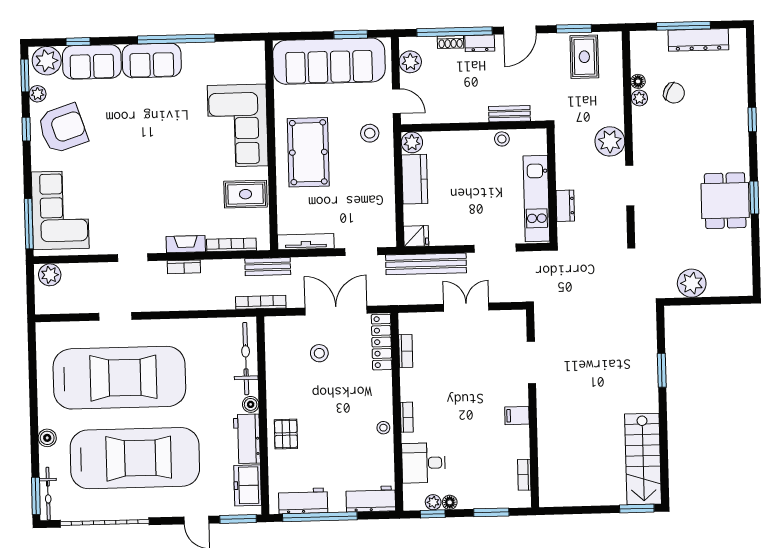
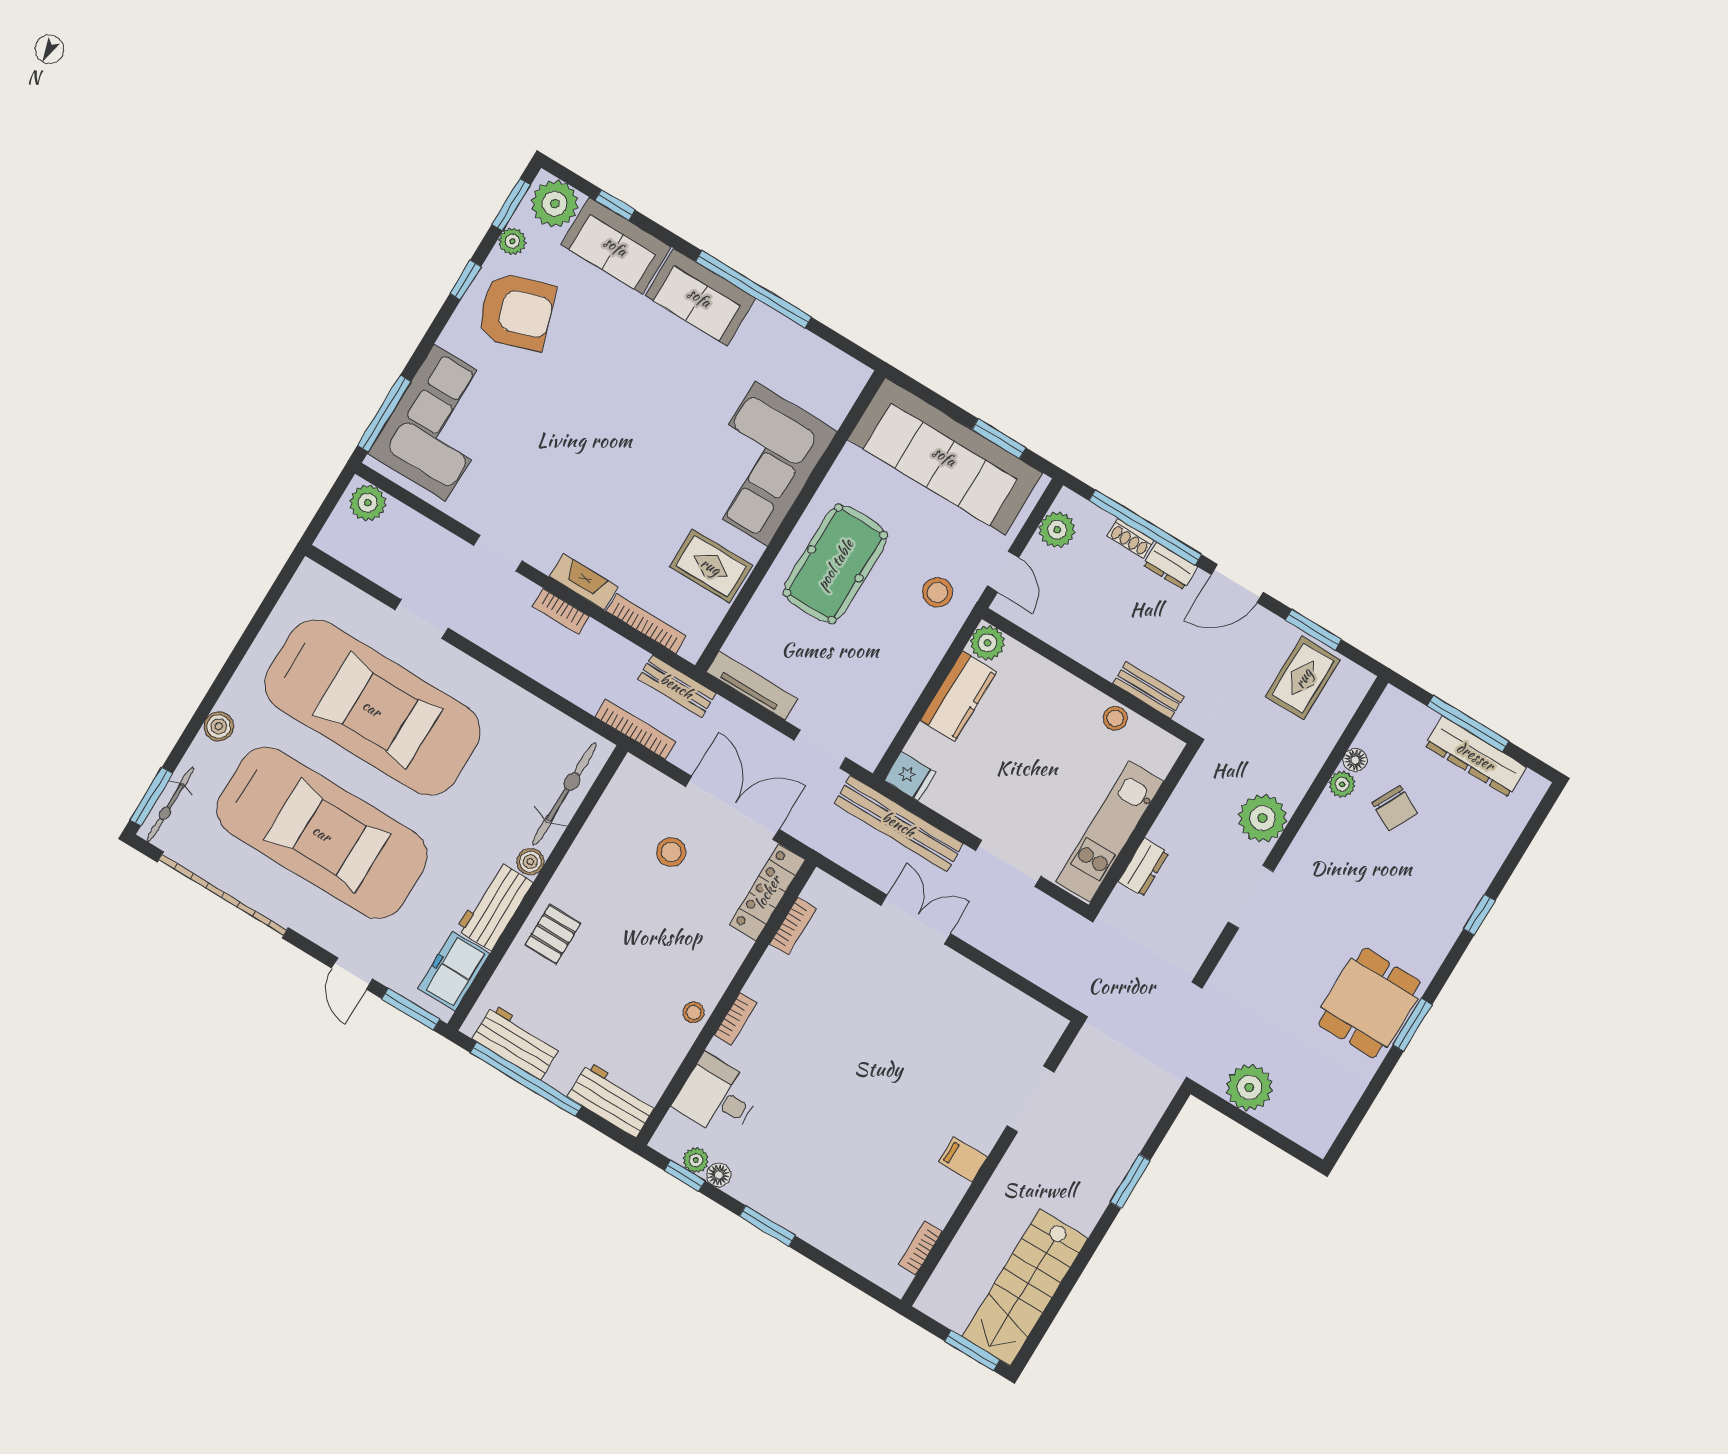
doorway: (531, 362) -> (1030, 1099), moved
wall: (533, 408) -> (991, 1164), moved
filing cabinet: (517, 416) -> (963, 1160), moved
bookcase: (524, 475) -> (920, 1248), moved

